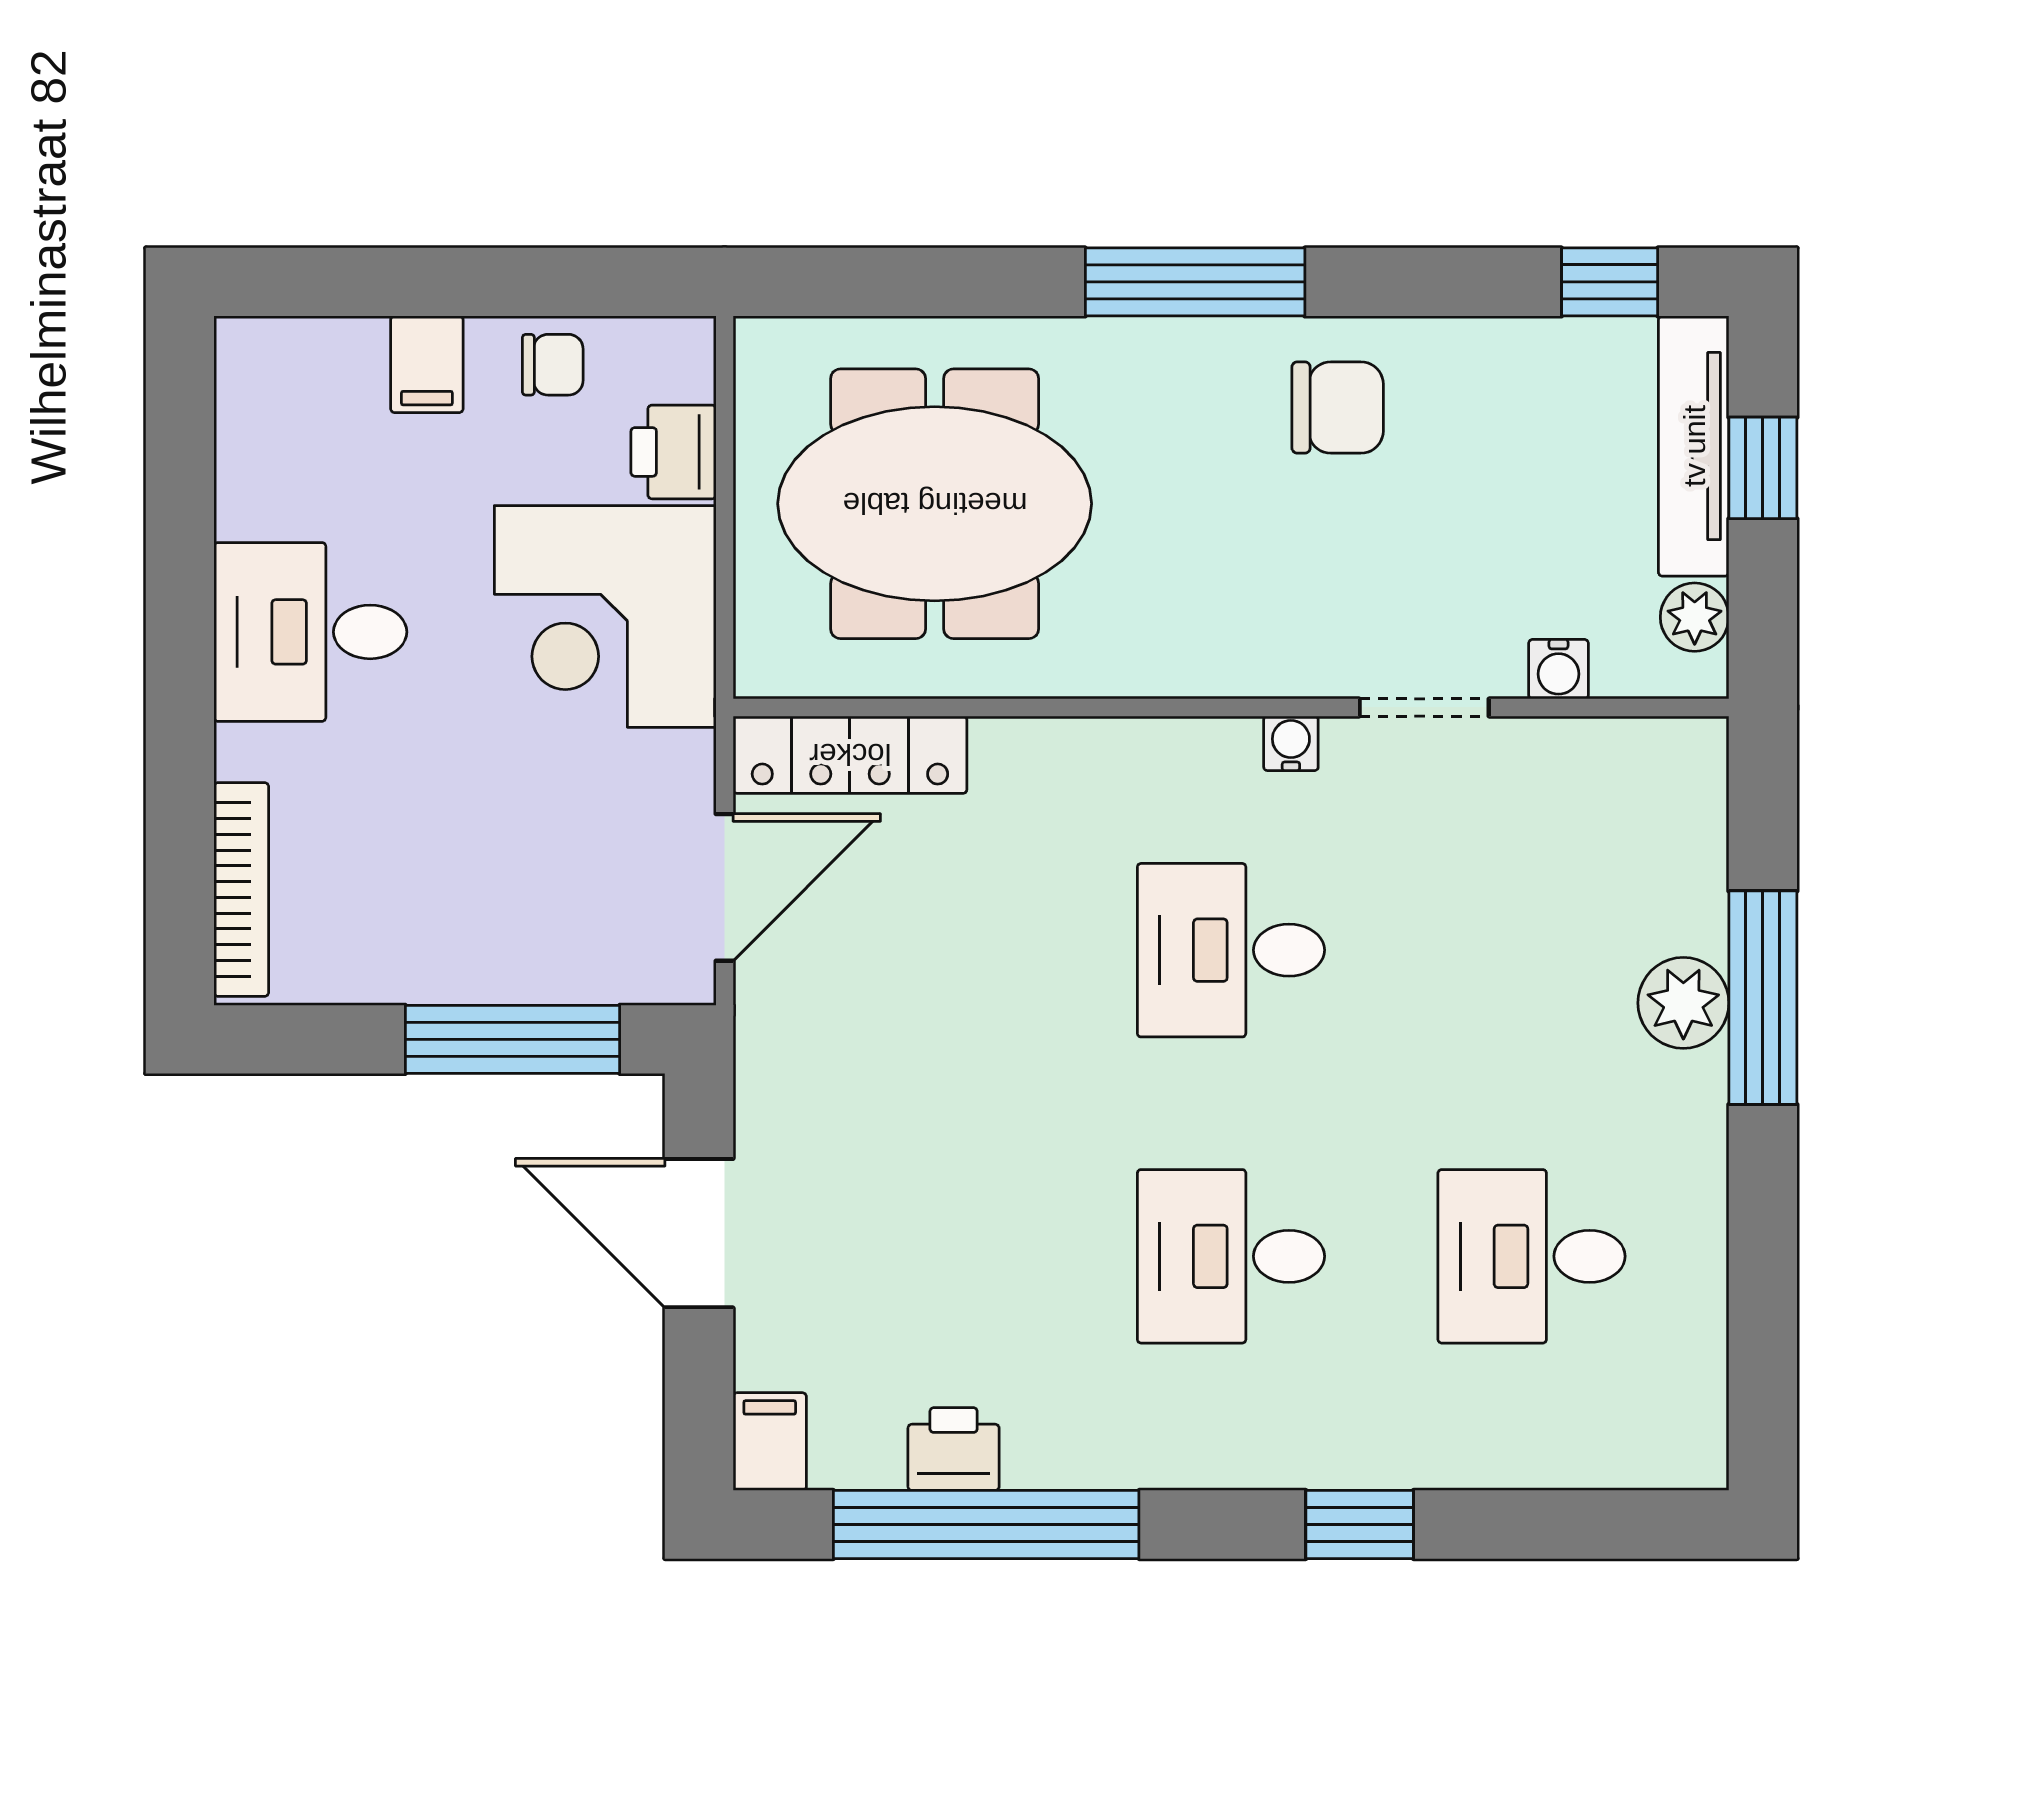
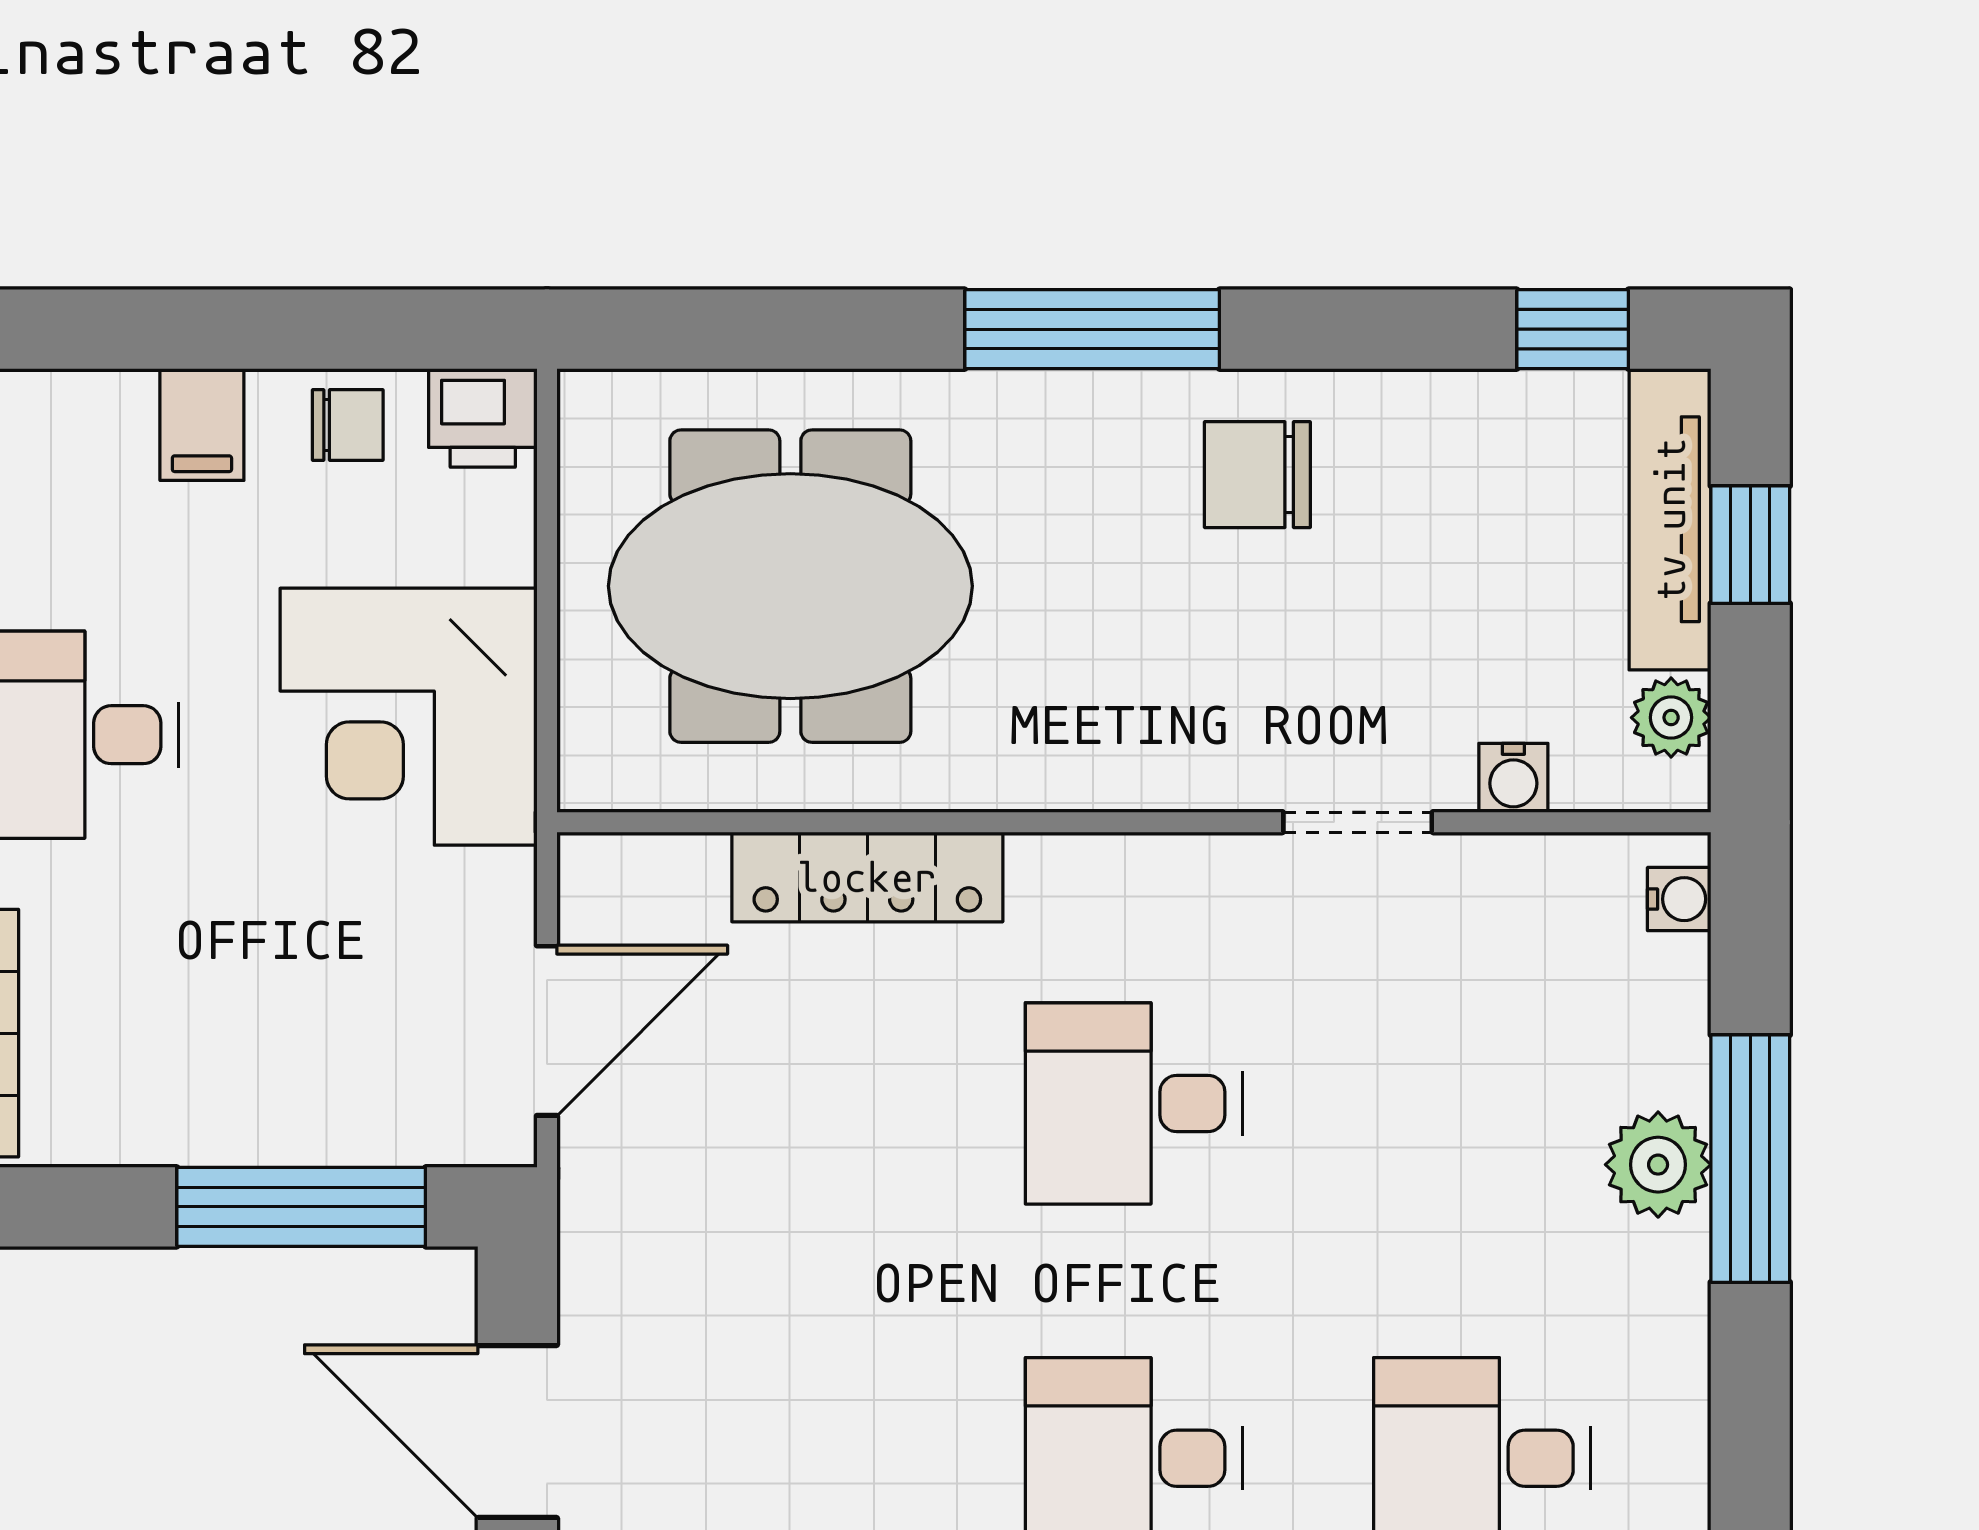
chair: (1338, 408) -> (1257, 475), turned 180
printer: (673, 452) -> (483, 418), moved, turned -90
water cooler: (1291, 743) -> (1679, 899), moved, turned 90
locker: (850, 755) -> (867, 877), moved

